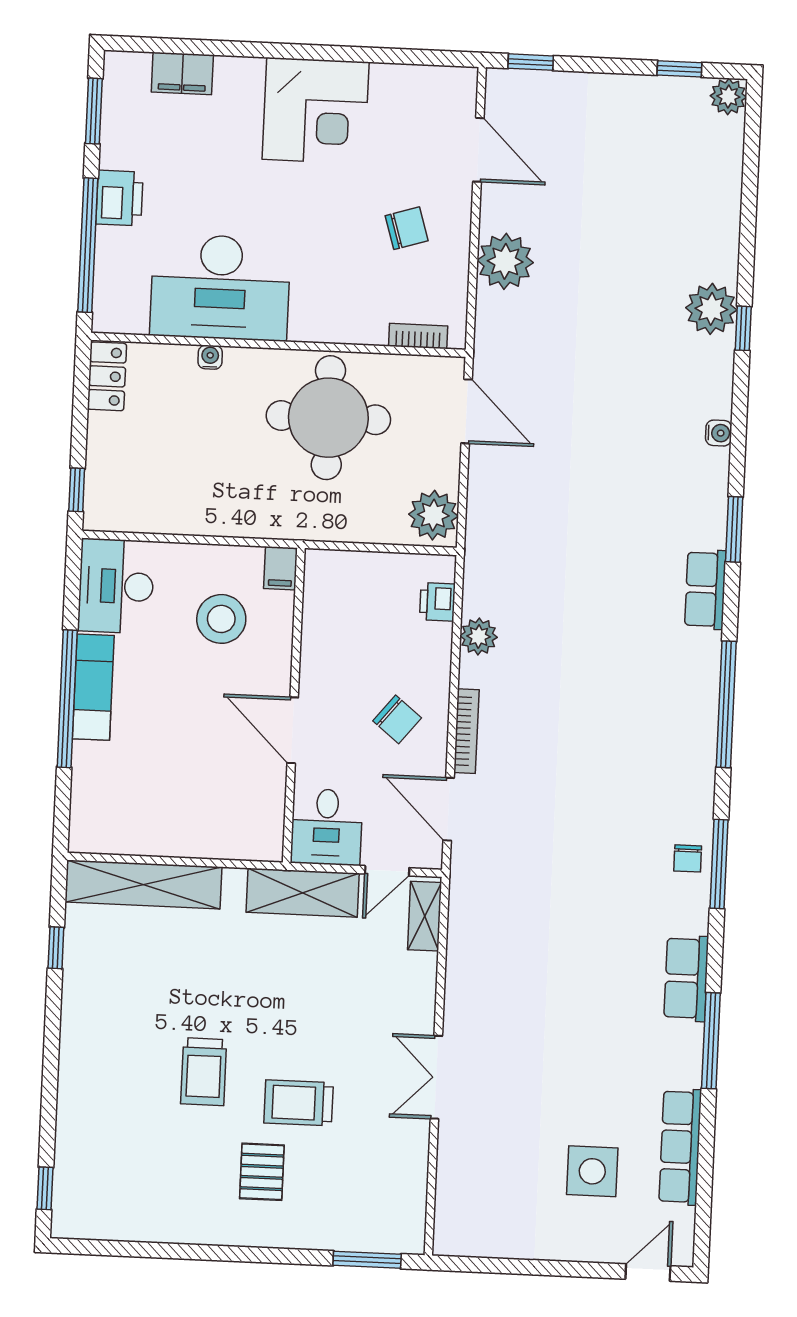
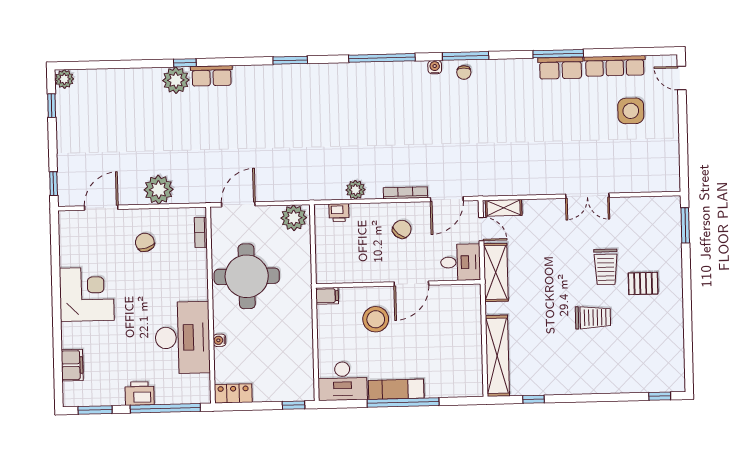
water cooler: (719, 433) -> (435, 67), moved
row of seats: (705, 589) -> (212, 76), moved
stool: (221, 619) -> (376, 319), moved
chair: (688, 858) -> (464, 72), turned 90
row of seats: (686, 978) -> (561, 68), moved

